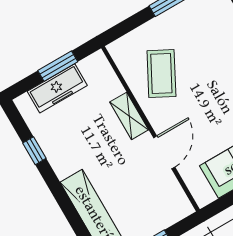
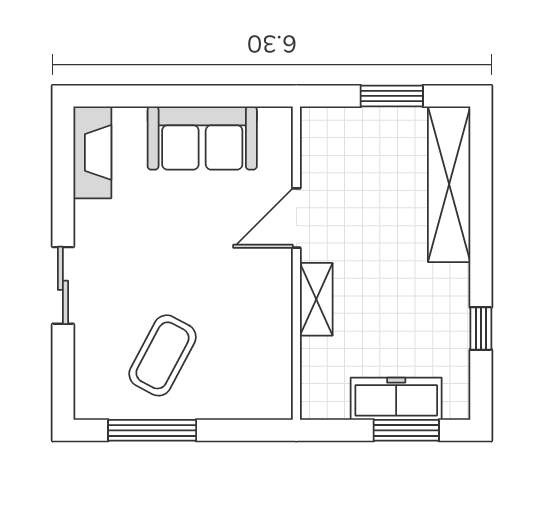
window: (58, 66) -> (406, 430), moved
coffee table: (161, 74) -> (163, 355), moved

